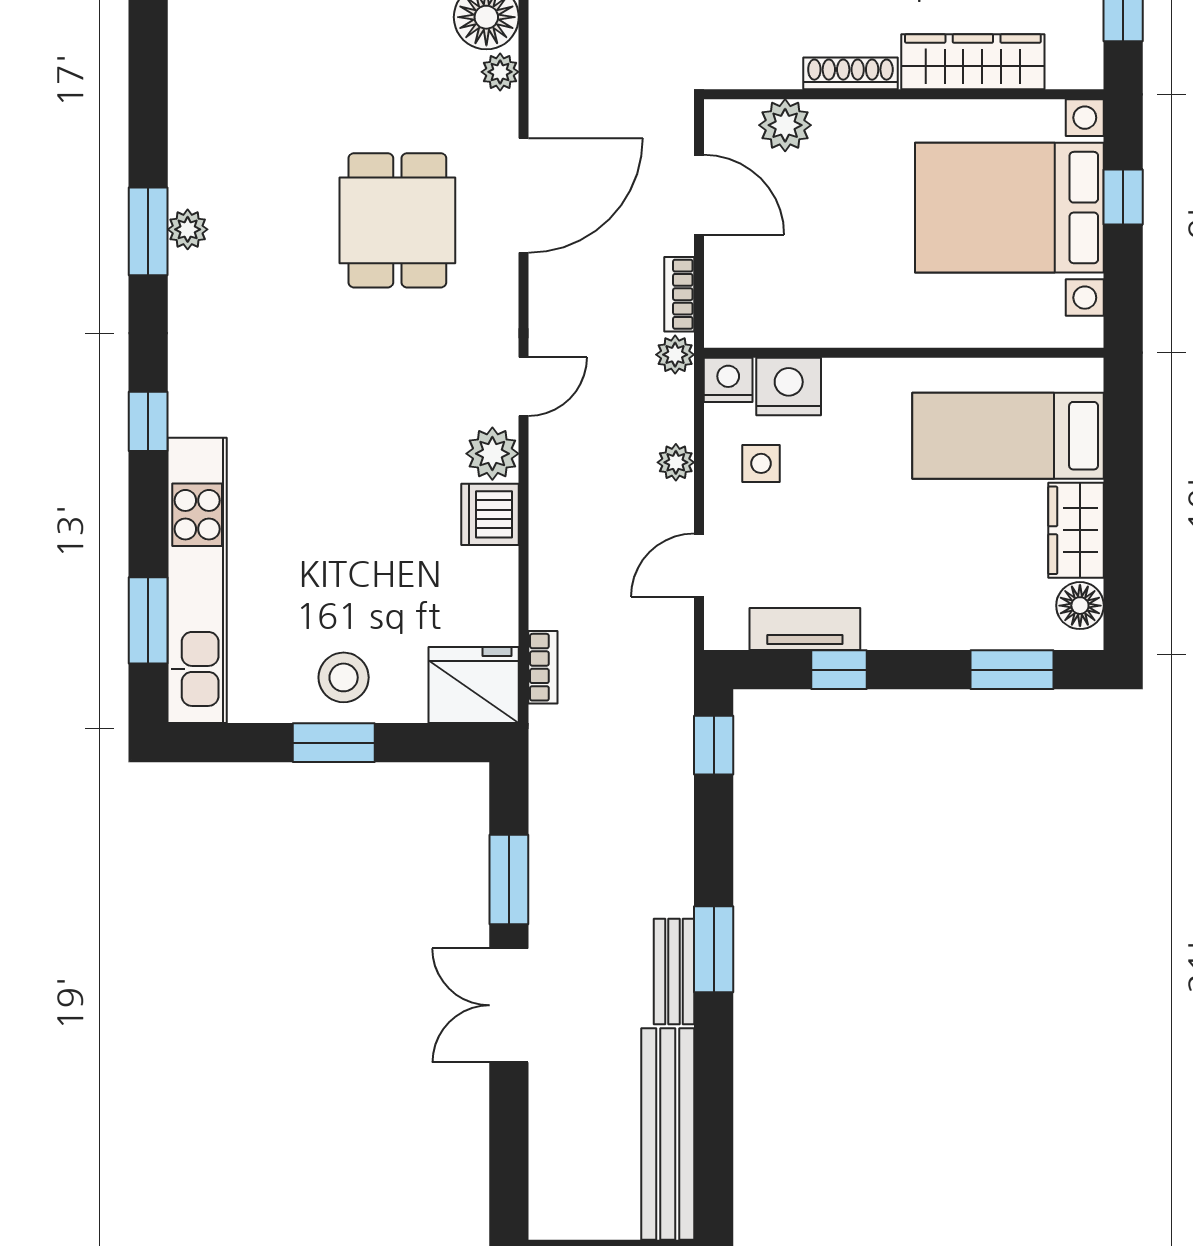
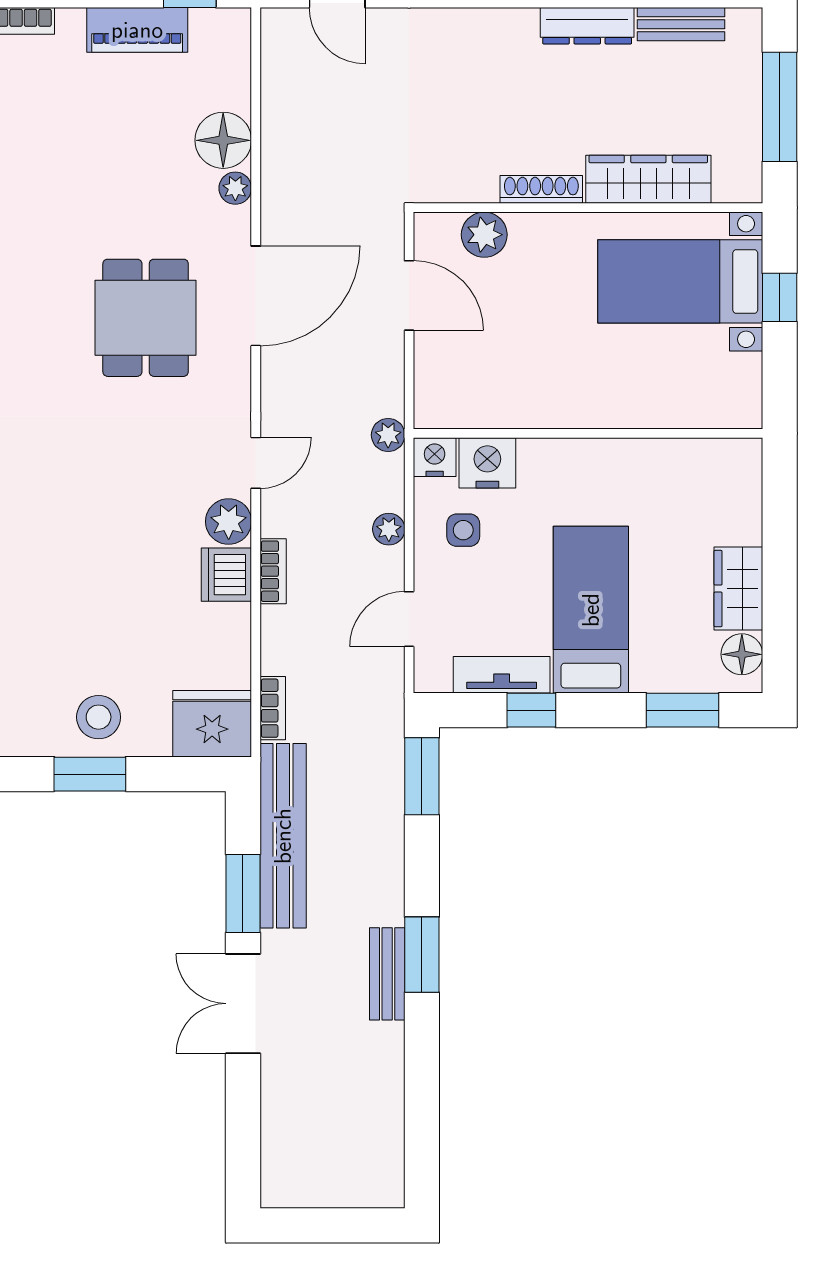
bed with nightstands: (1009, 208) -> (680, 281), width x0.73
bookcase: (679, 294) -> (273, 571), moved, turned 180
bed: (1008, 436) -> (591, 610), moved, turned 90
window: (714, 745) -> (422, 776), width x1.50
bench: (668, 1134) -> (283, 836), moved

